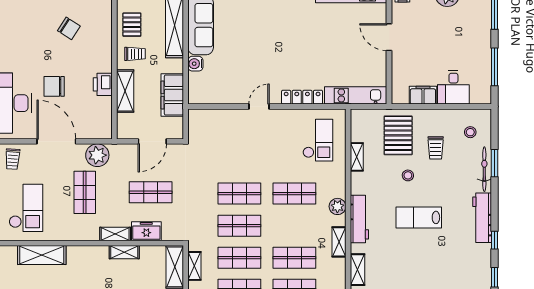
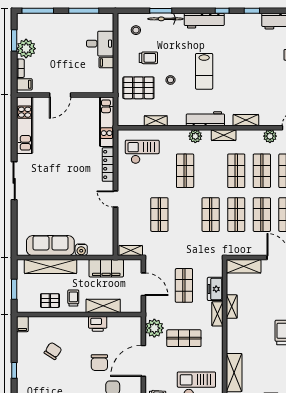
filing cabinet: (423, 95) -> (106, 63), width x0.50
shop shelf: (239, 194) -> (159, 215), moved
shelving: (194, 266) -> (131, 251), moved

